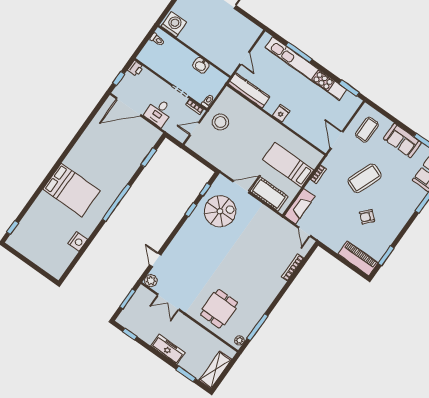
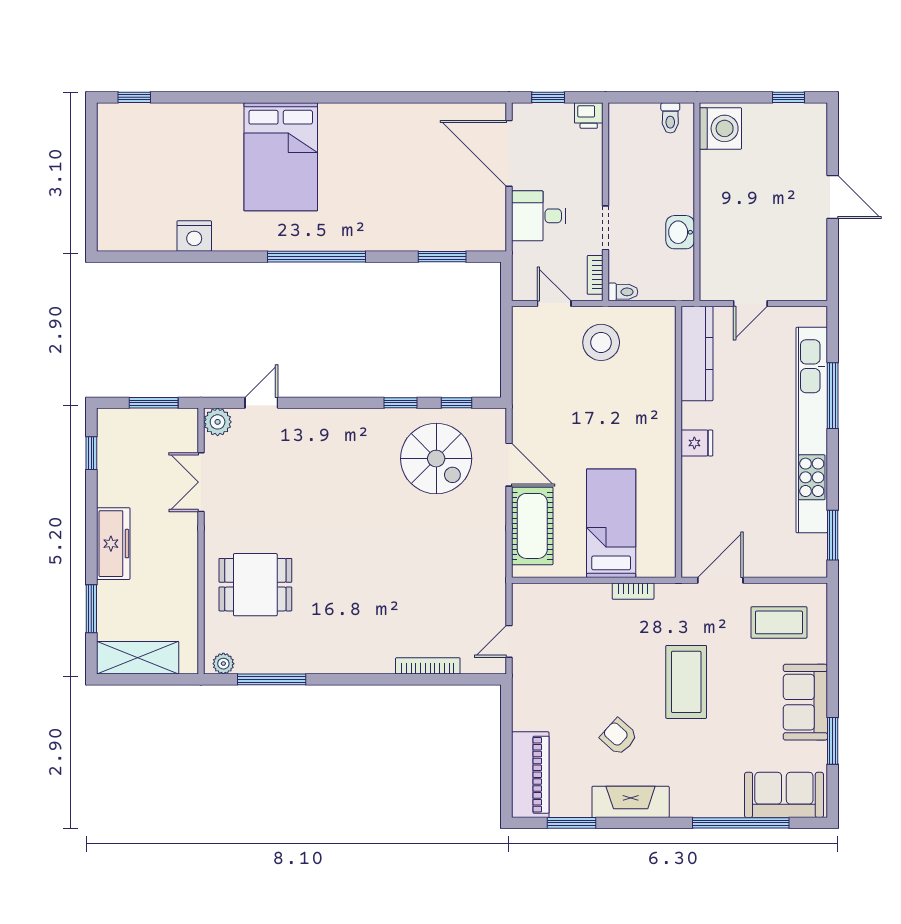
coffee table: (365, 178) -> (686, 682), turned 69
fireplace: (300, 206) -> (631, 802), moved, turned 180

